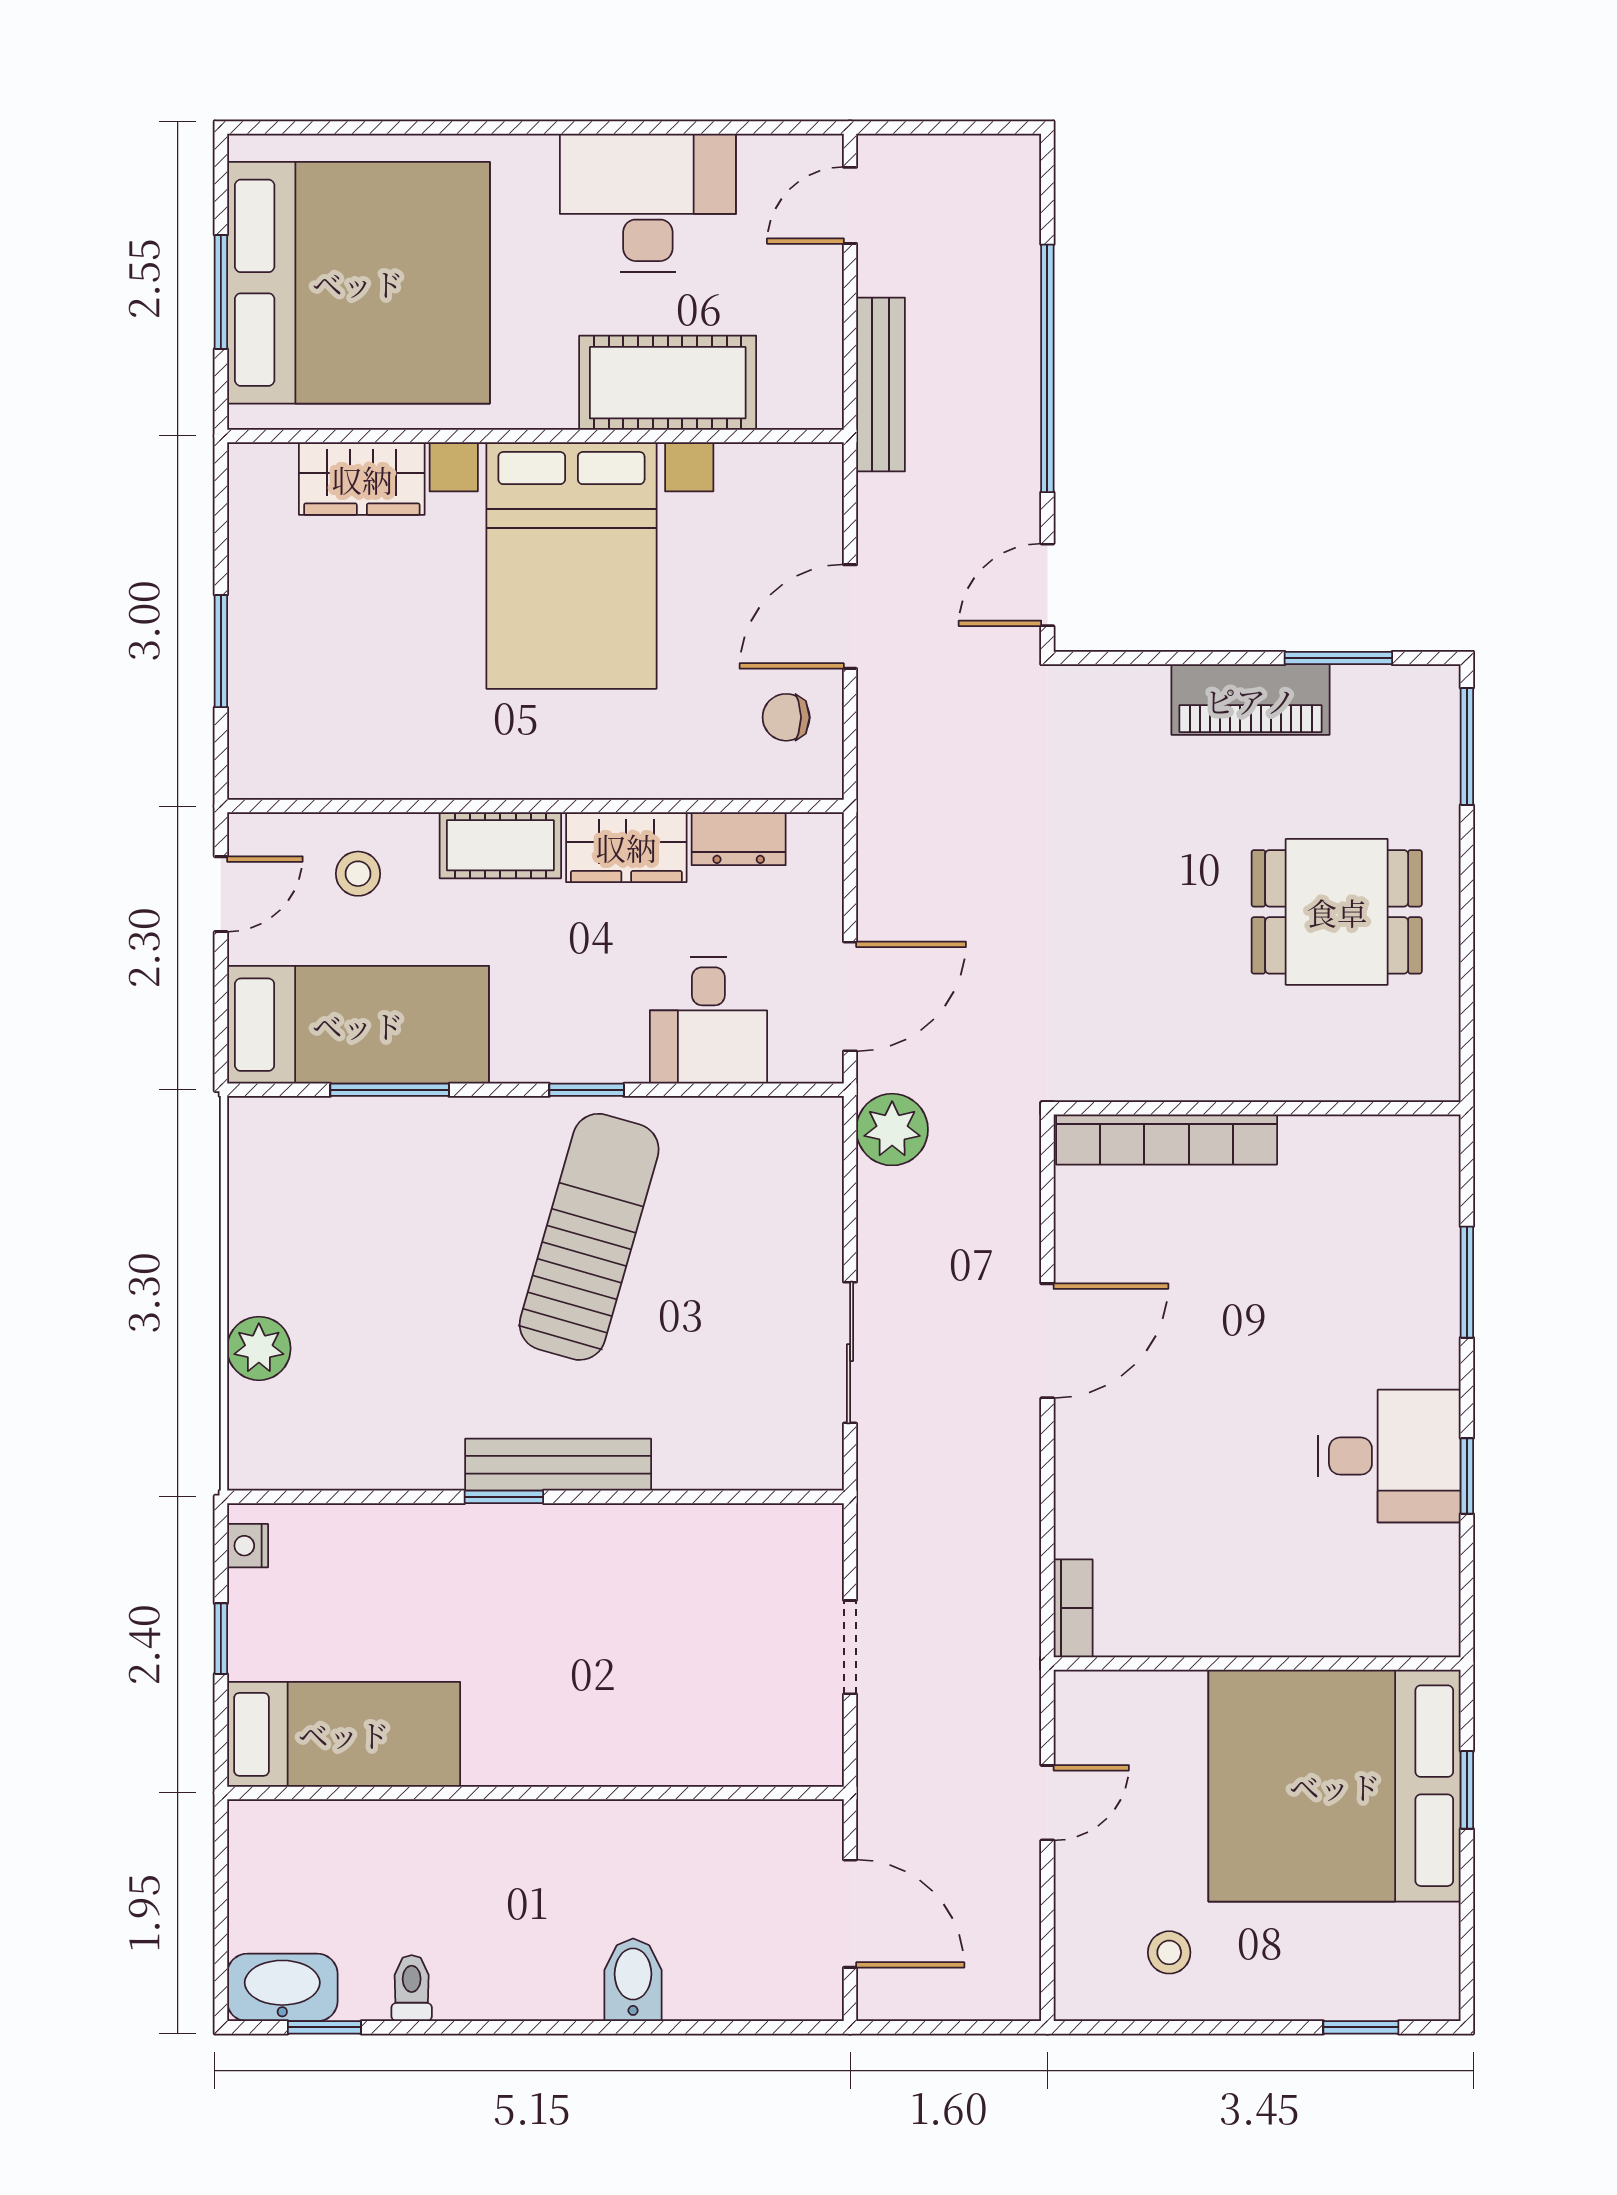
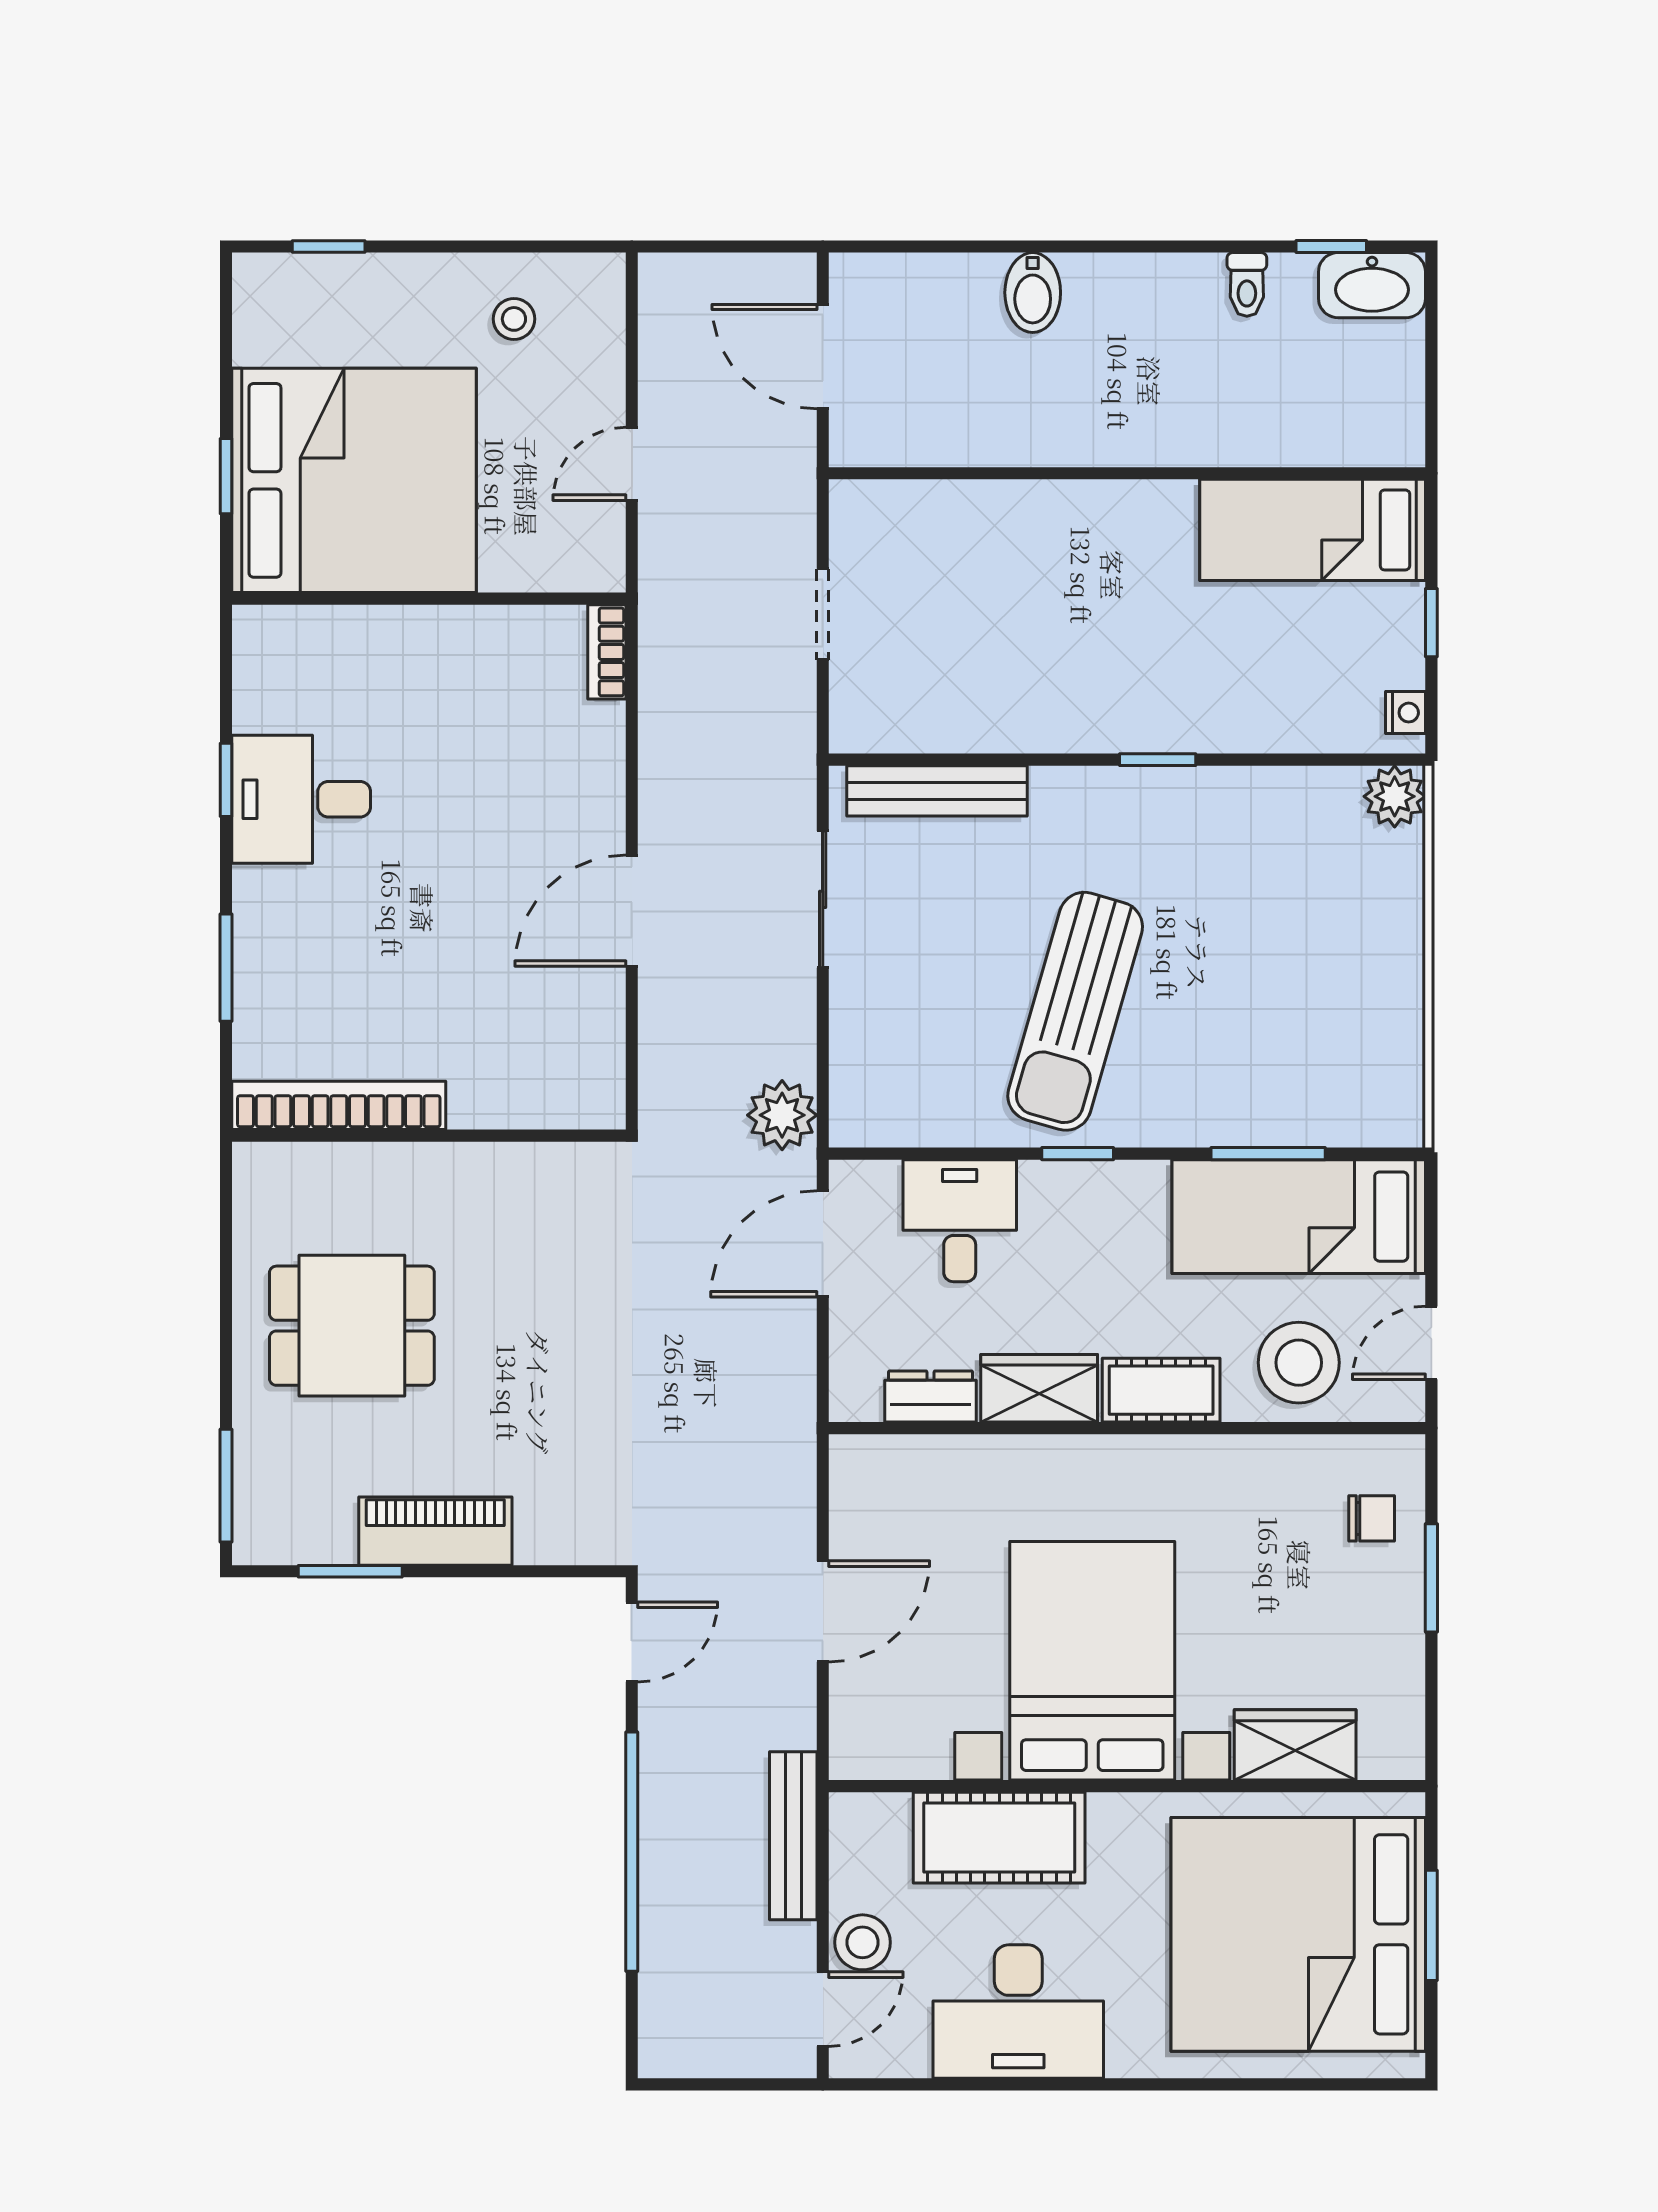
stool: (809, 274) -> (862, 1942), added
chair: (786, 717) -> (1372, 1518), moved
stool: (358, 874) -> (1299, 1363), width x1.89, depth x1.89
bookcase: (1167, 1140) -> (339, 1105), moved
plant: (259, 1348) -> (1395, 796), moved
bench: (558, 1465) -> (937, 791), moved

